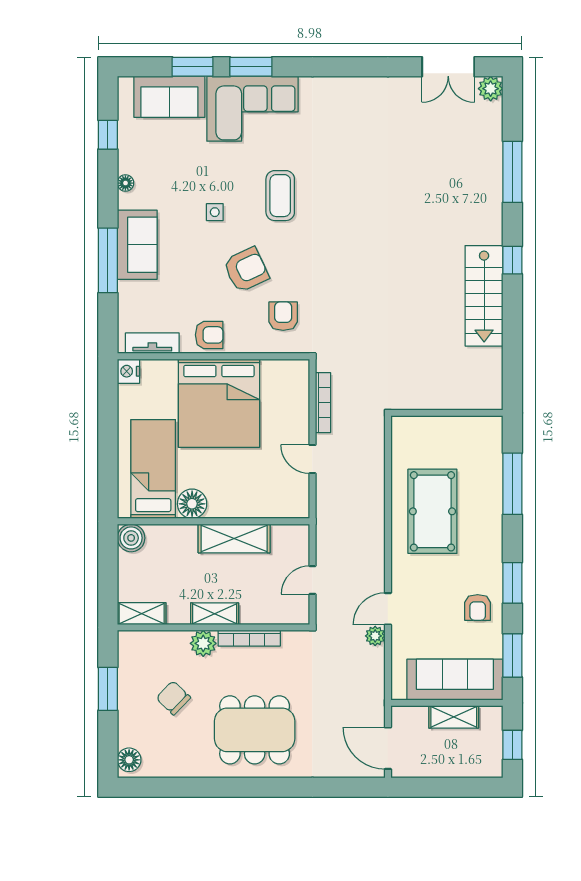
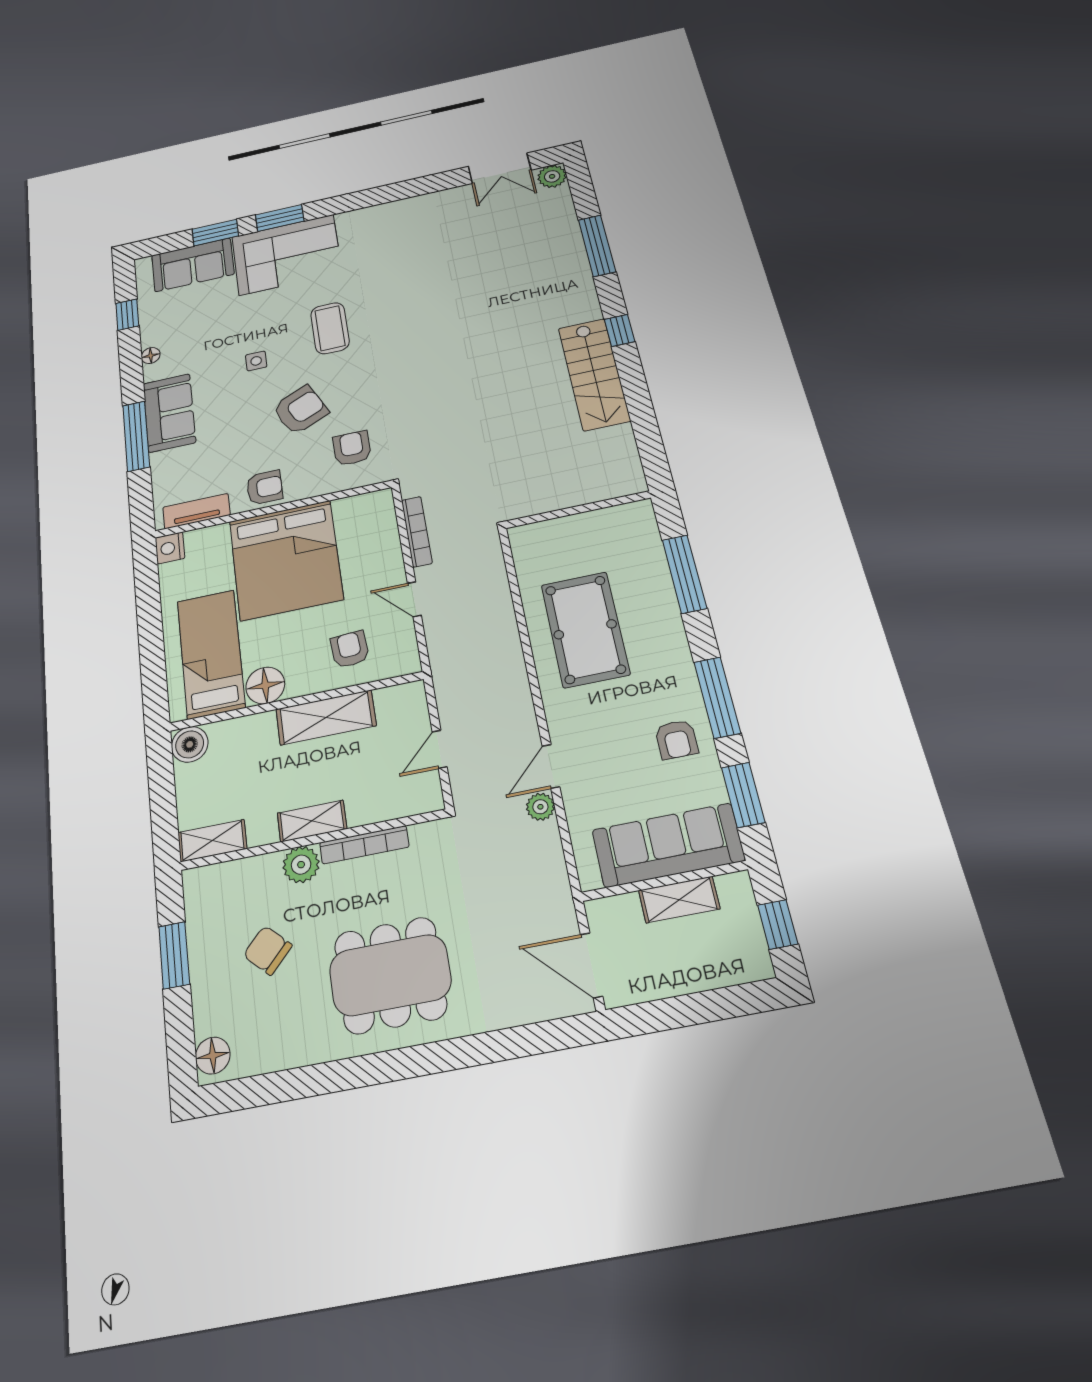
armchair: (259, 489) -> (350, 649), added
window: (512, 583) -> (717, 697), width x1.44

